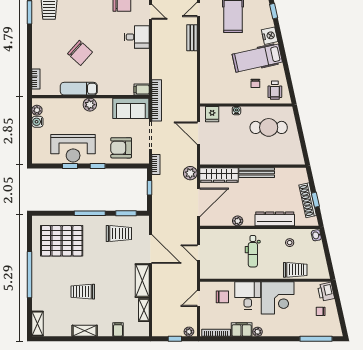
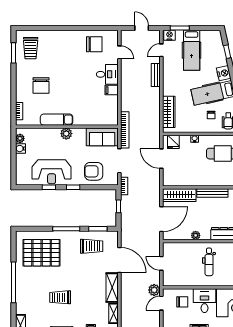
chair: (80, 53) -> (41, 86), moved, turned 48
wardrobe: (207, 80) -> (169, 112), added
filing cabinet: (142, 90) -> (112, 90), moved
plant: (190, 173) -> (154, 290), moved

